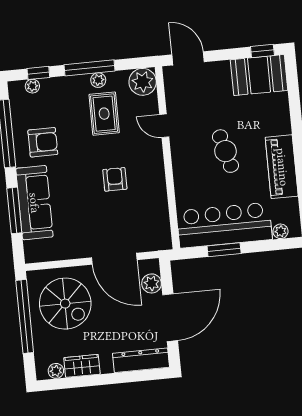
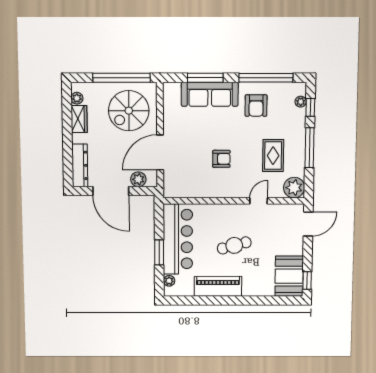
plant: (98, 80) -> (299, 154), removed
rug: (104, 114) -> (273, 156), turned 90
window: (224, 250) -> (159, 252), moved

